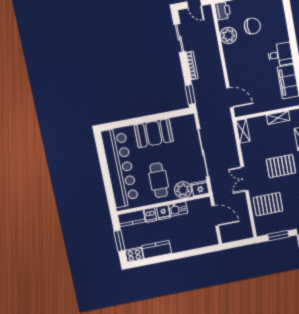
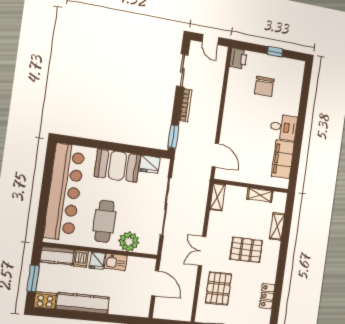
chair: (252, 26) -> (264, 86), turned 90
plant: (228, 35) -> (236, 87), removed
fridge: (200, 188) -> (150, 164), moved, turned 180
pallet: (268, 204) -> (219, 288), turned 90
kitchen counter: (157, 250) -> (83, 303), width x1.50

